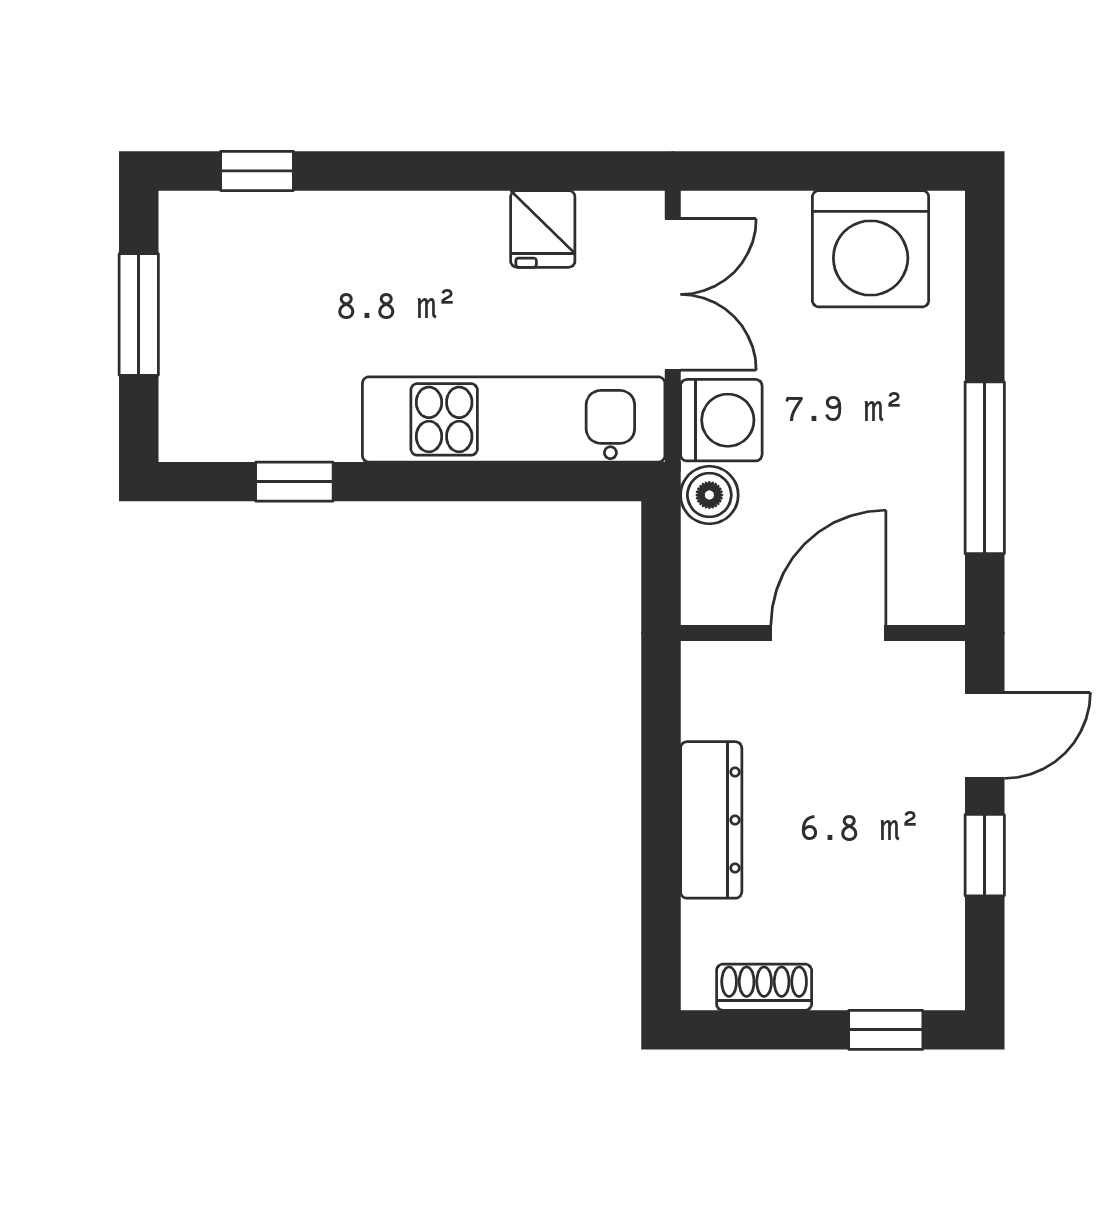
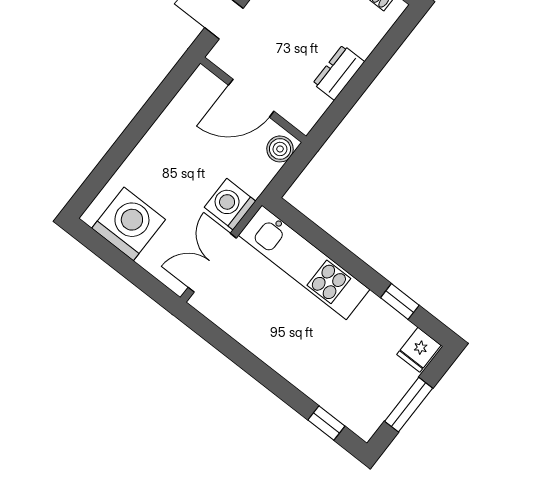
fridge: (543, 229) -> (419, 350), moved, turned 180
window: (985, 468) -> (149, 114), removed
boiler: (709, 495) -> (280, 149), moved
dresser: (711, 820) -> (339, 73), width x0.70

